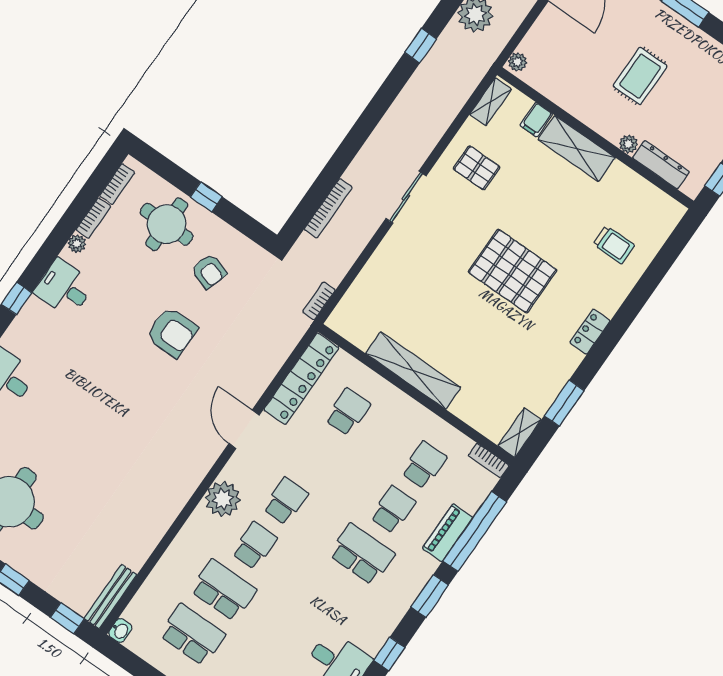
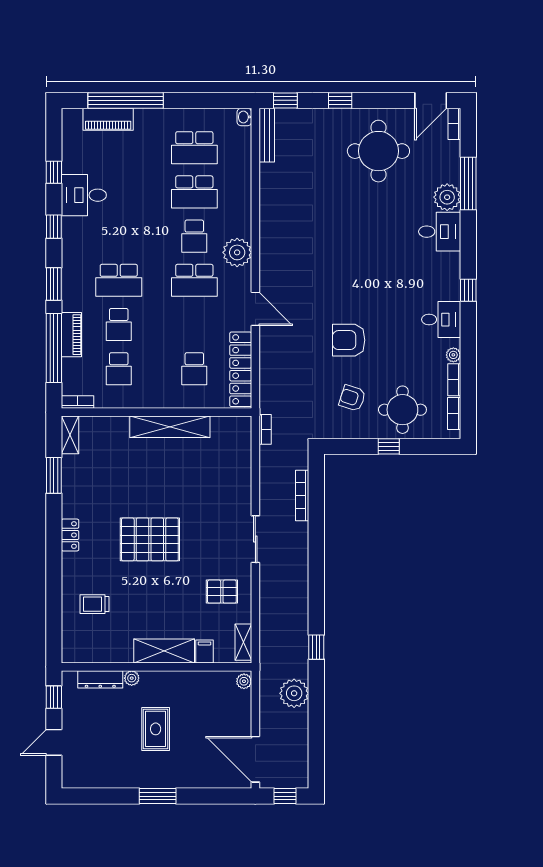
school desk: (286, 501) -> (194, 280), width x1.85

